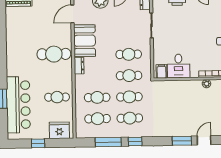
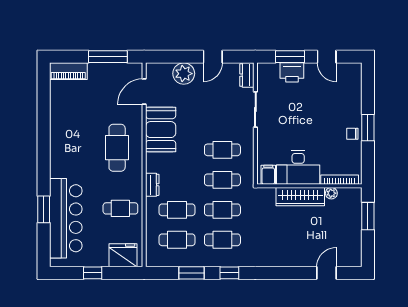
cafe table: (54, 54) -> (117, 148), turned 90
dresser: (79, 66) -> (152, 185), moved
desk: (178, 66) -> (298, 168), width x1.37
wardrobe: (184, 87) -> (300, 197), added
window: (182, 141) -> (295, 273), removed
window: (108, 142) -> (192, 273), width x0.69

